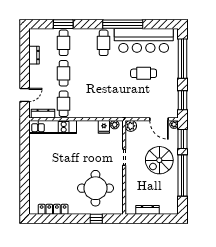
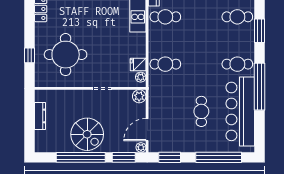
window: (63, 24) -> (259, 31), moved
cafe table: (64, 73) -> (165, 64), moved
spiral stairs: (159, 160) -> (87, 134), moved, turned 180

